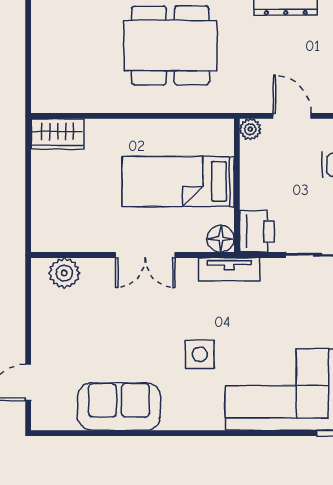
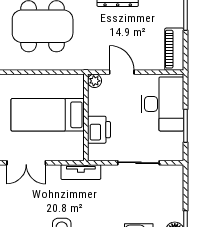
printer: (257, 231) -> (99, 130), moved
floor lamp: (221, 239) -> (75, 152), removed

